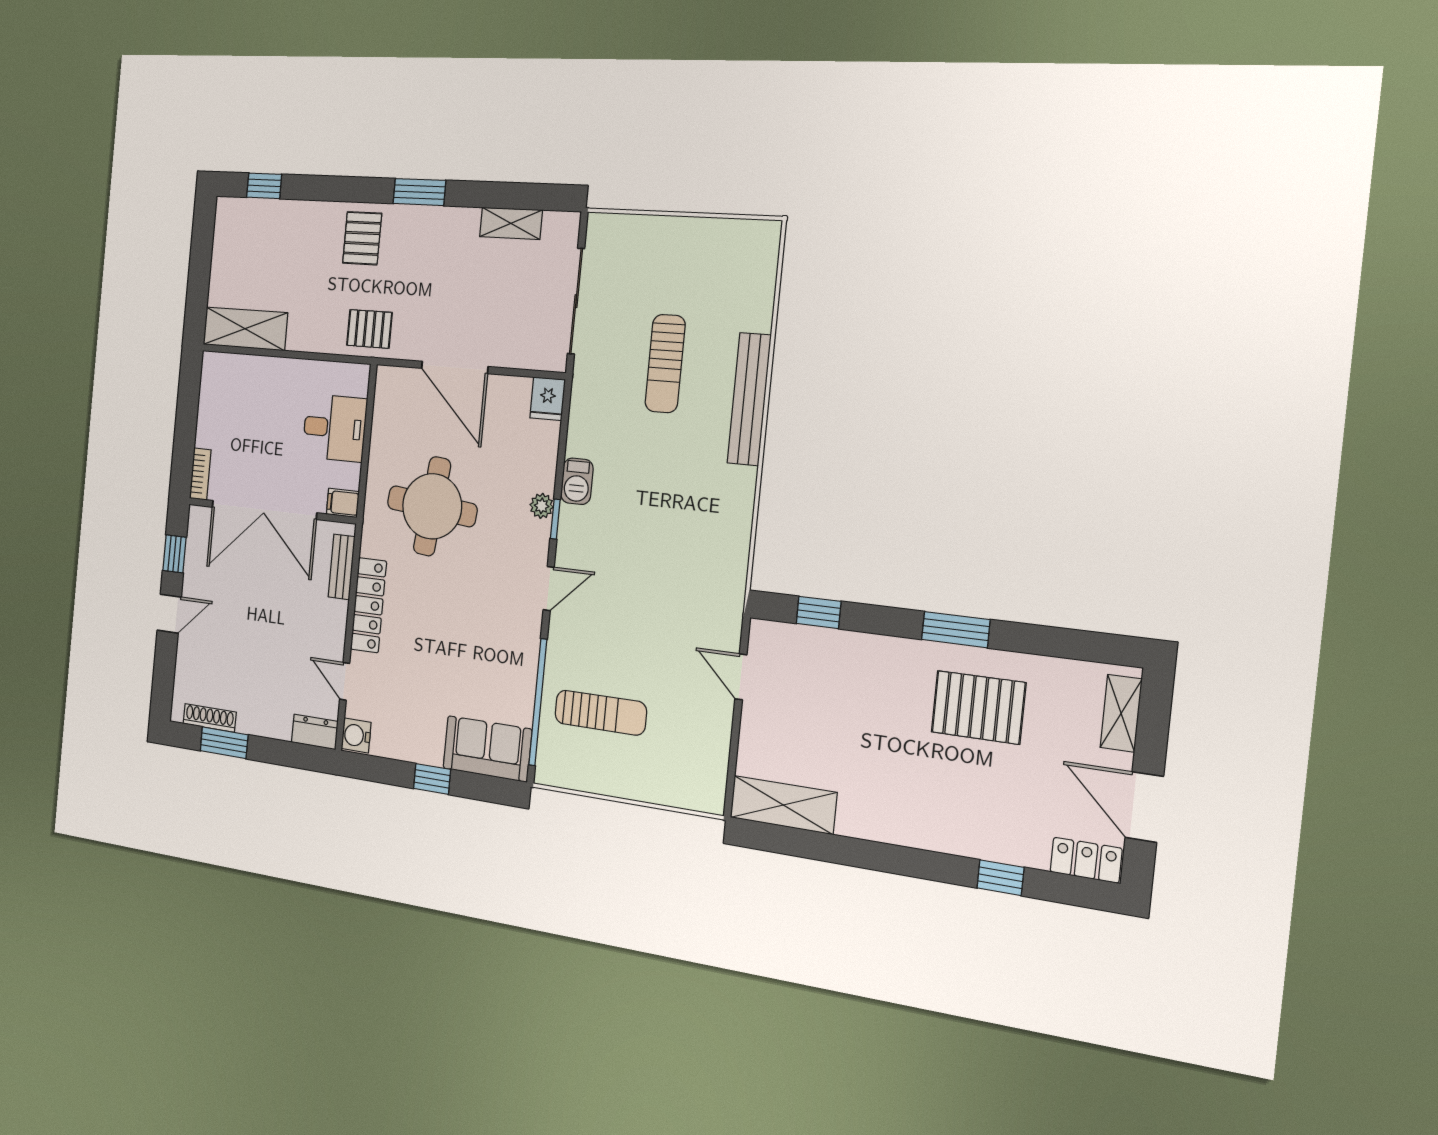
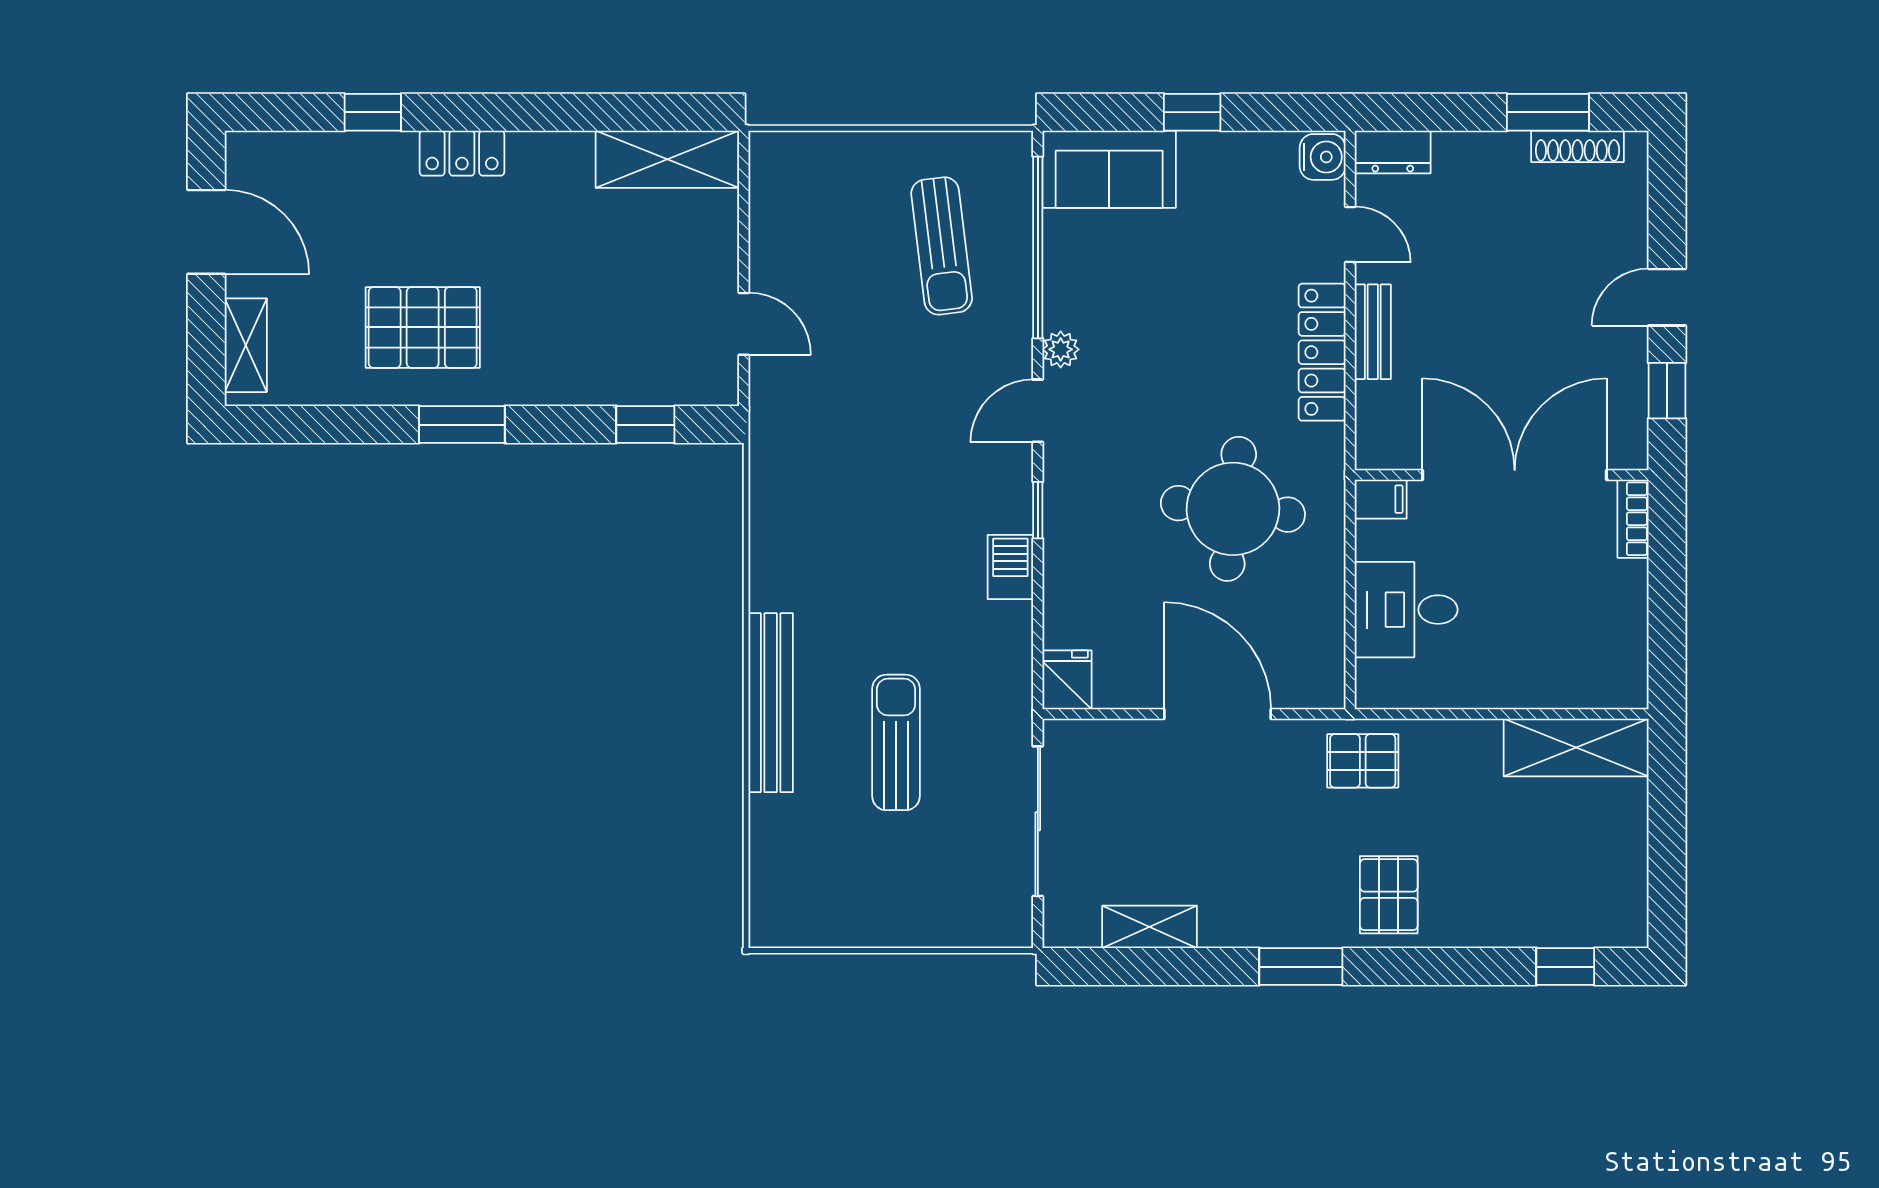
plant: (542, 506) -> (1061, 349), moved
bench: (342, 567) -> (1373, 332), moved
sun lounger: (601, 713) -> (942, 246), turned -97
locker: (1086, 860) -> (462, 153), moved

